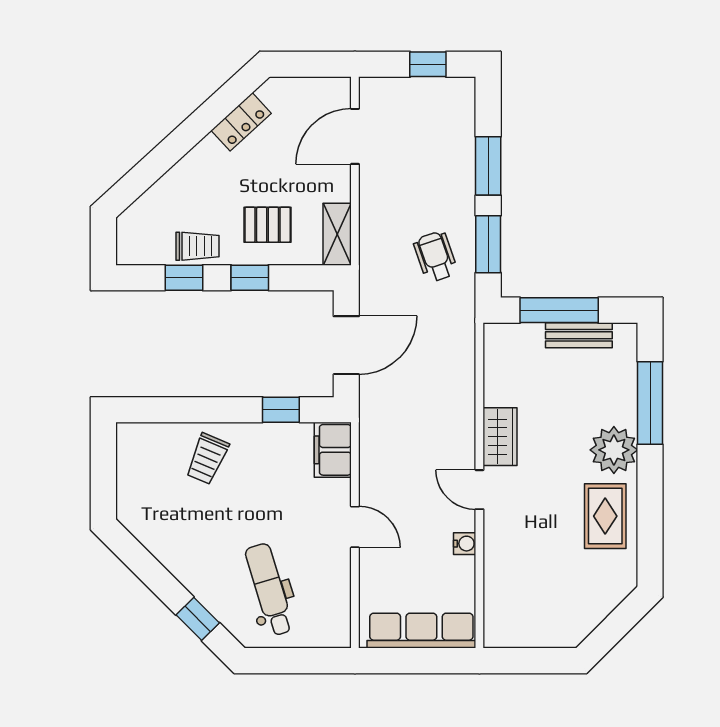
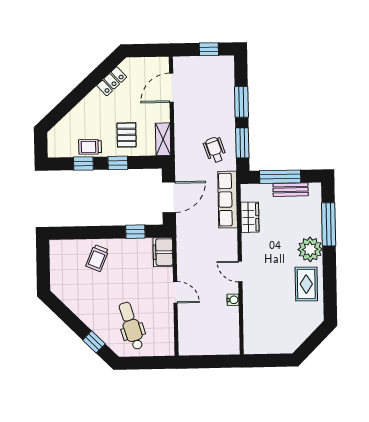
pallet: (268, 225) -> (127, 135), turned 90
trolley: (197, 246) -> (90, 147), turned 180
wardrobe: (500, 437) -> (250, 217), moved
row of seats: (421, 631) -> (228, 200), moved, turned -90

